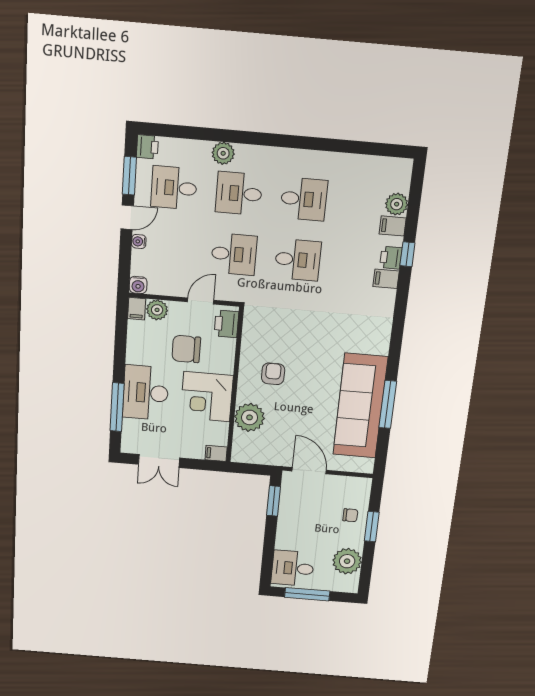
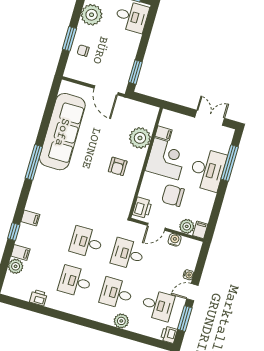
desk: (239, 193) -> (116, 293), turned 180
printer: (391, 258) -> (38, 298), moved, turned -90
water cooler: (138, 285) -> (175, 240), moved
chair: (186, 349) -> (173, 195), turned 180
window: (388, 405) -> (34, 162), moved
filing cabinet: (216, 453) -> (164, 133), moved

